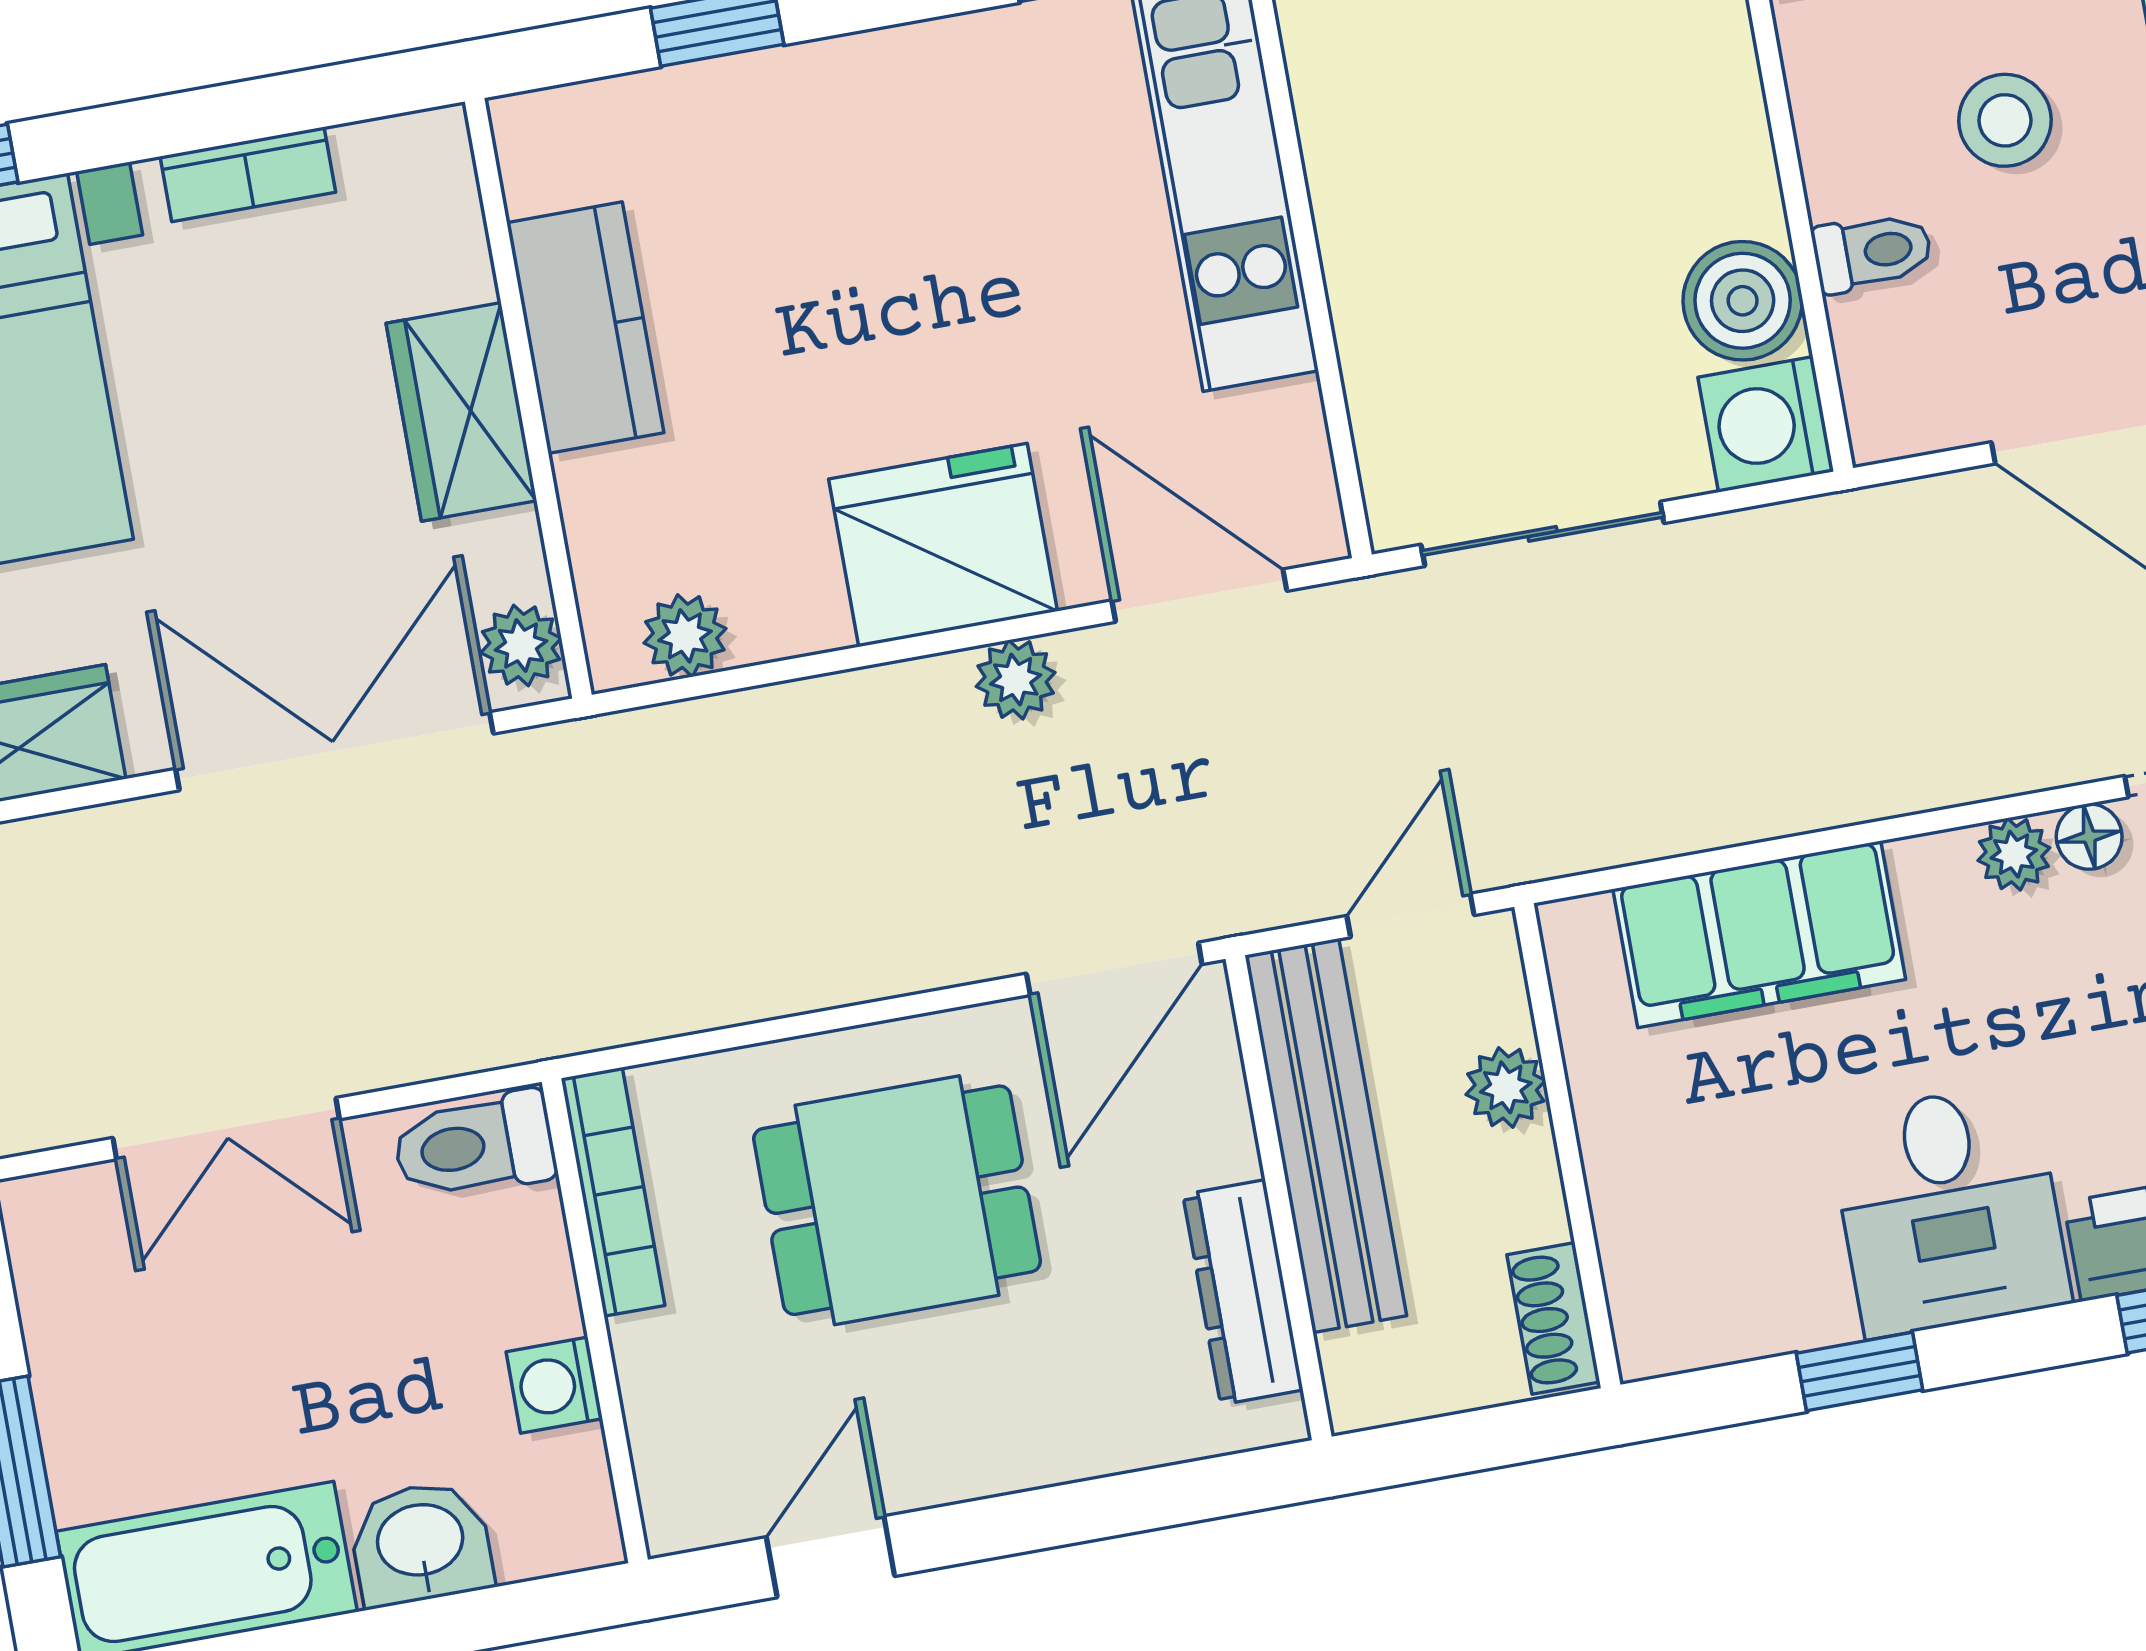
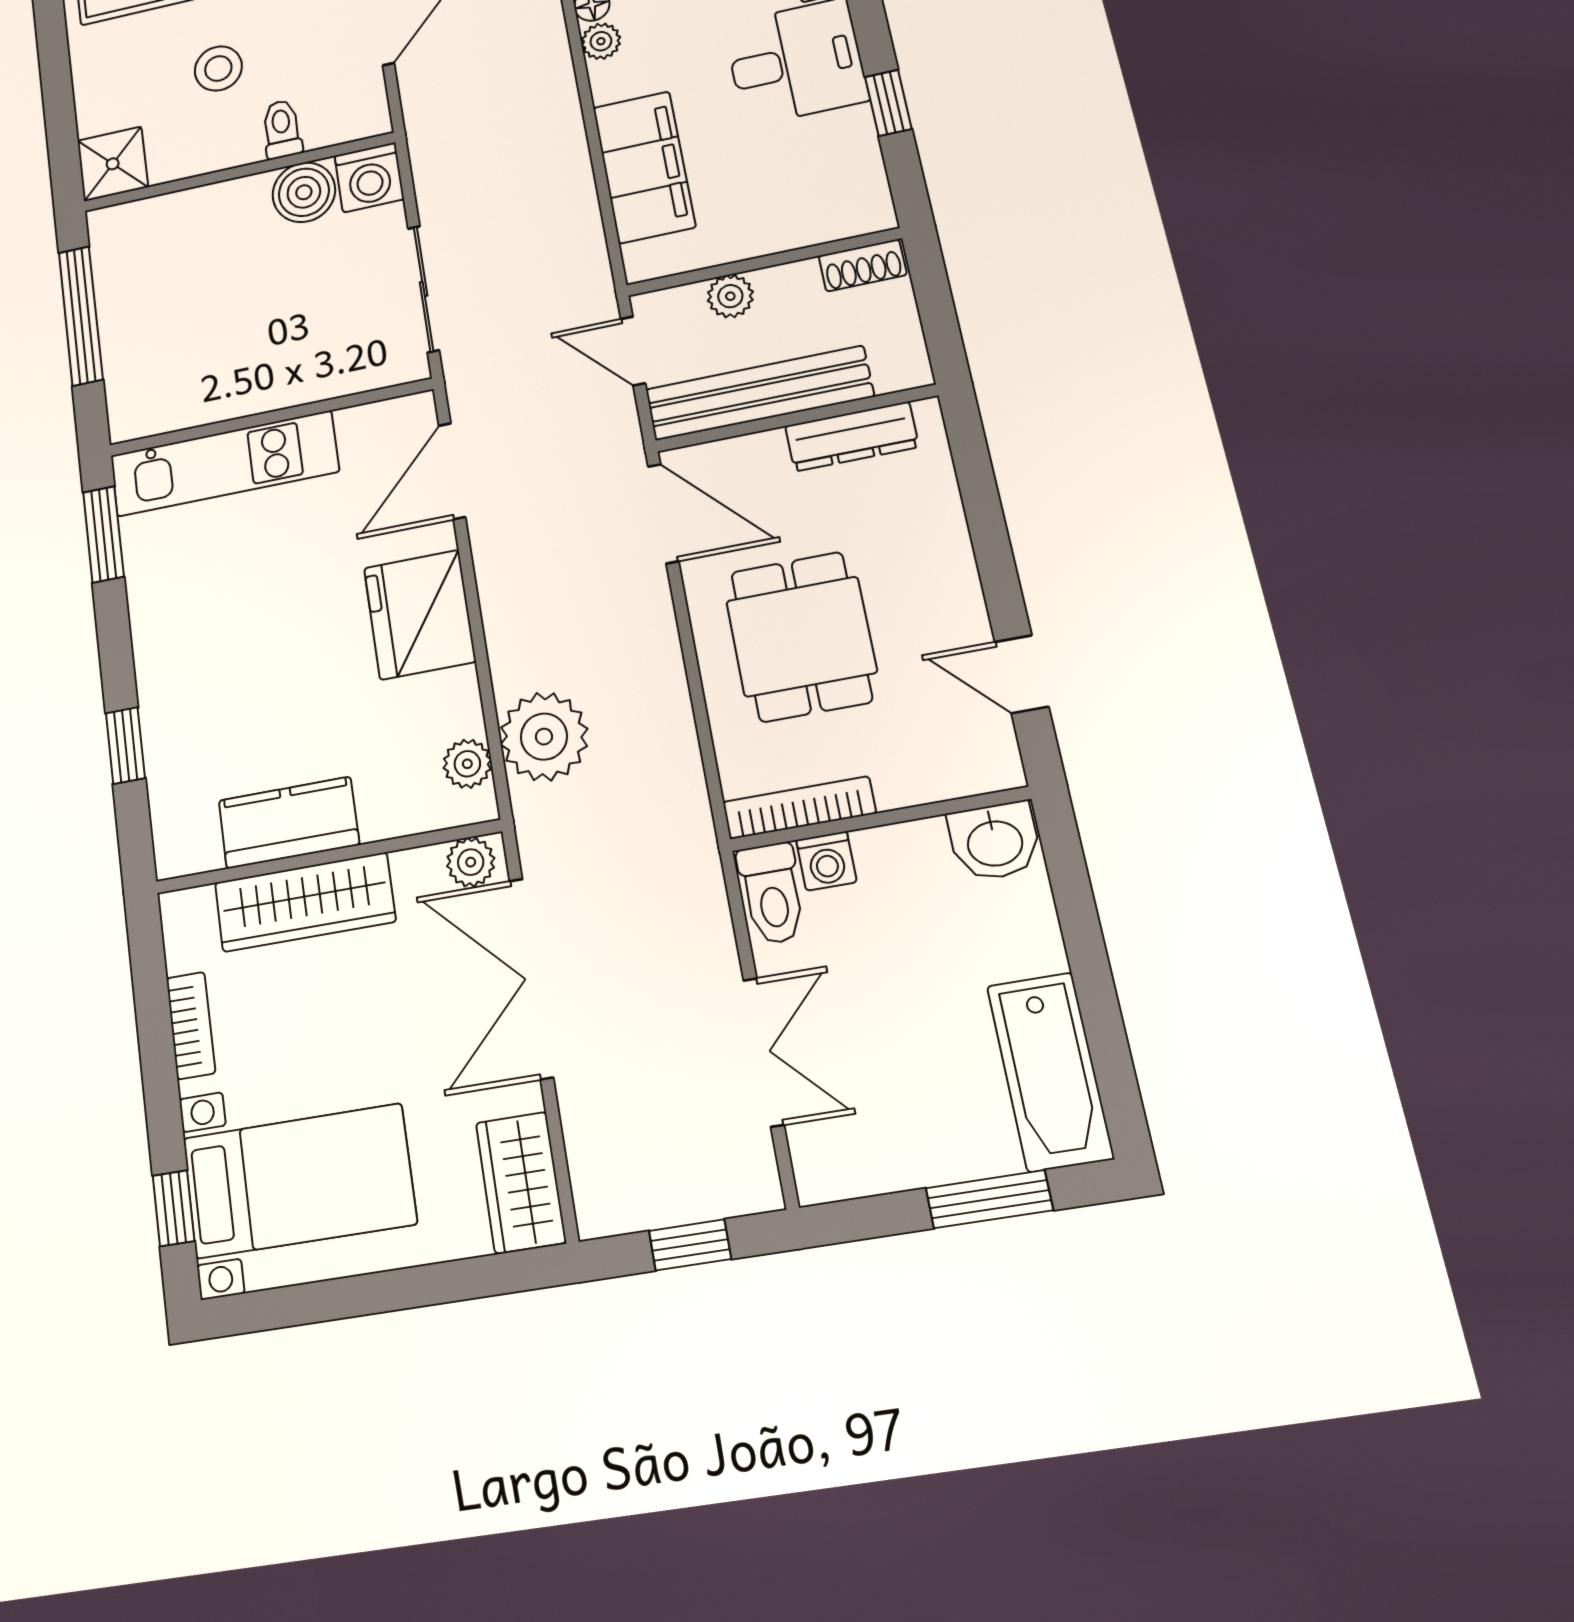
wardrobe: (461, 412) -> (305, 902), width x1.50
plant: (1016, 679) -> (544, 737), moved, width x1.88, depth x1.88
washing machine: (554, 1385) -> (826, 861), moved
washbasin: (421, 1543) -> (995, 841), moved, turned -90

